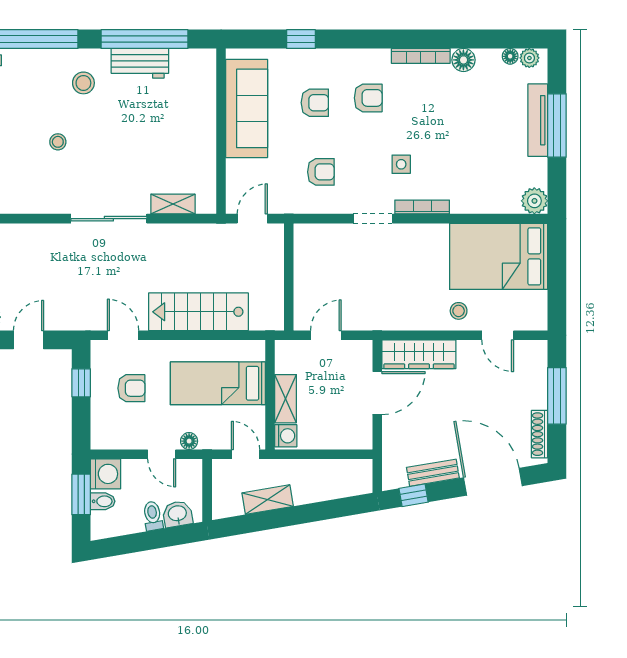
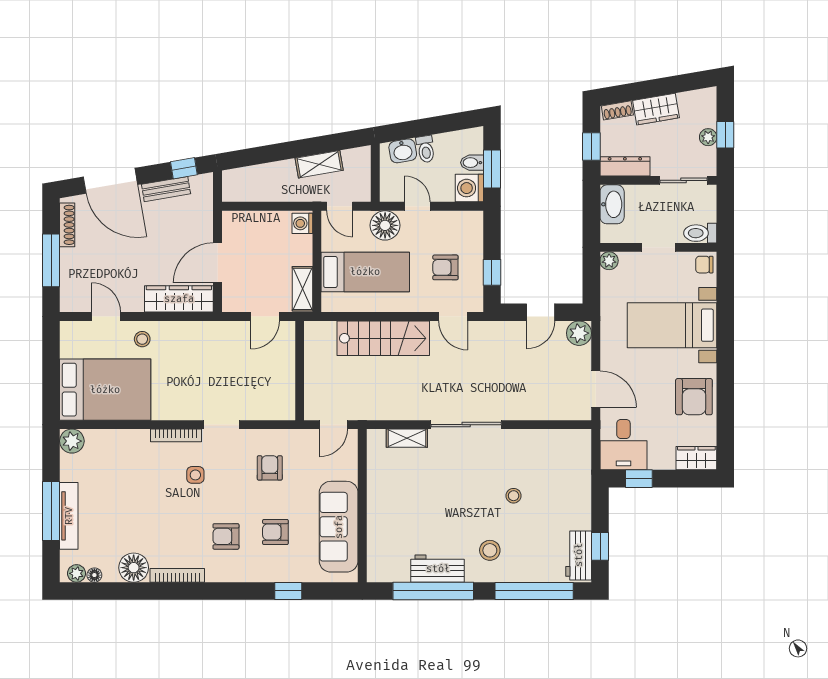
floor lamp: (463, 60) -> (134, 568), width x1.38, depth x1.38
armchair: (321, 172) -> (270, 468), turned 90
shelving: (286, 399) -> (303, 289), moved
floor lamp: (189, 441) -> (385, 225), width x1.89, depth x1.89

